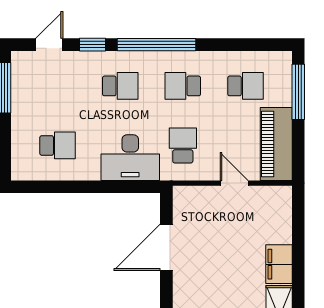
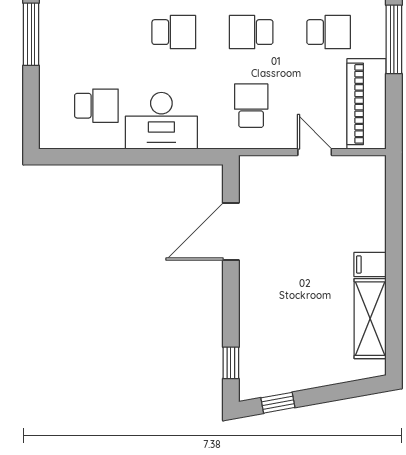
desk: (130, 158) -> (161, 121), moved
filing cabinet: (279, 264) -> (370, 264), width x0.50

